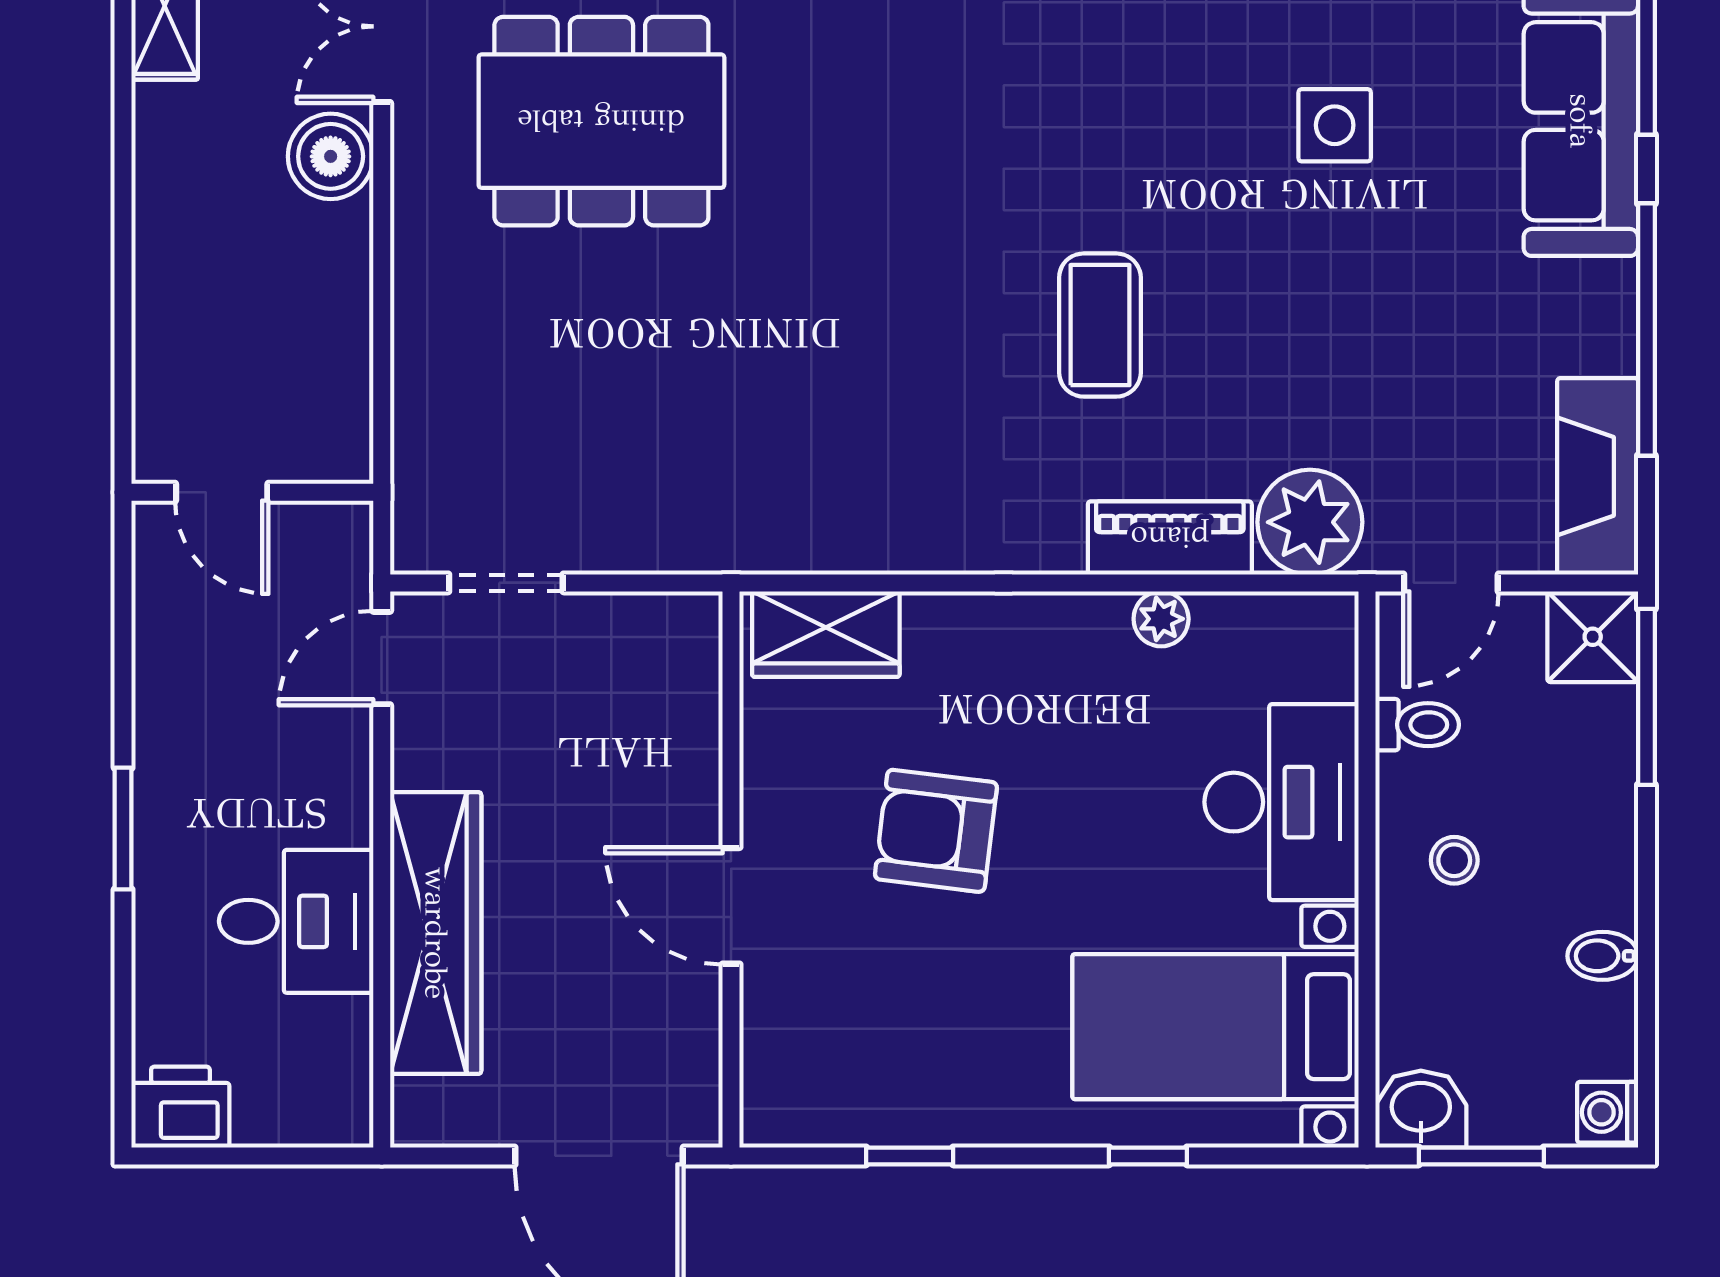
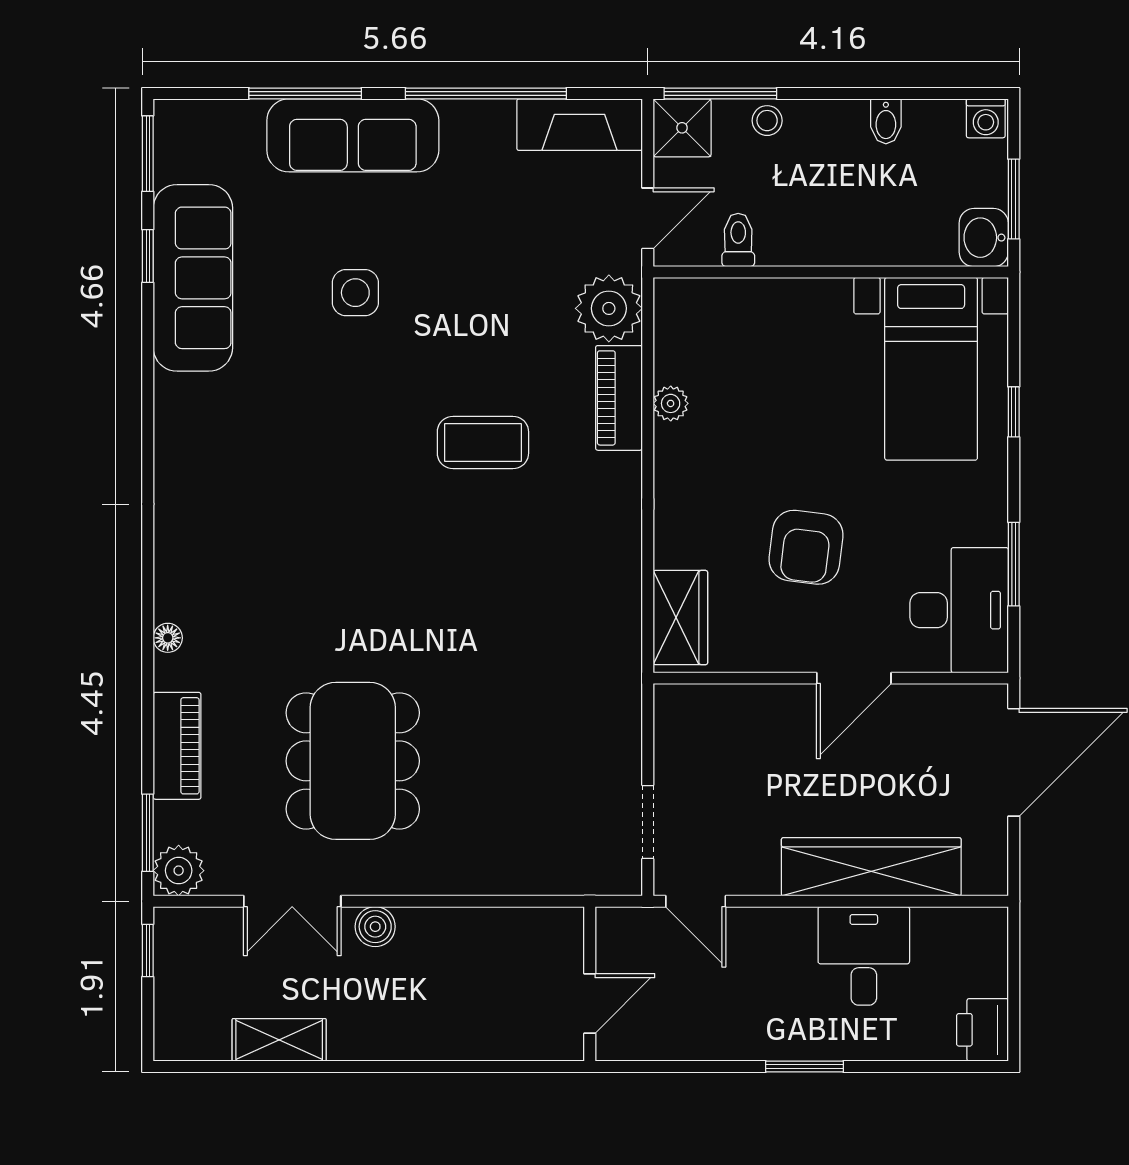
boiler: (331, 156) -> (375, 927), width x0.73, depth x0.73
door: (1451, 583) -> (648, 218), hinge flipped
desk: (1281, 802) -> (959, 610), moved, turned 90
stool: (1454, 860) -> (767, 121), moved
window: (910, 1156) -> (1014, 564), width x1.50

